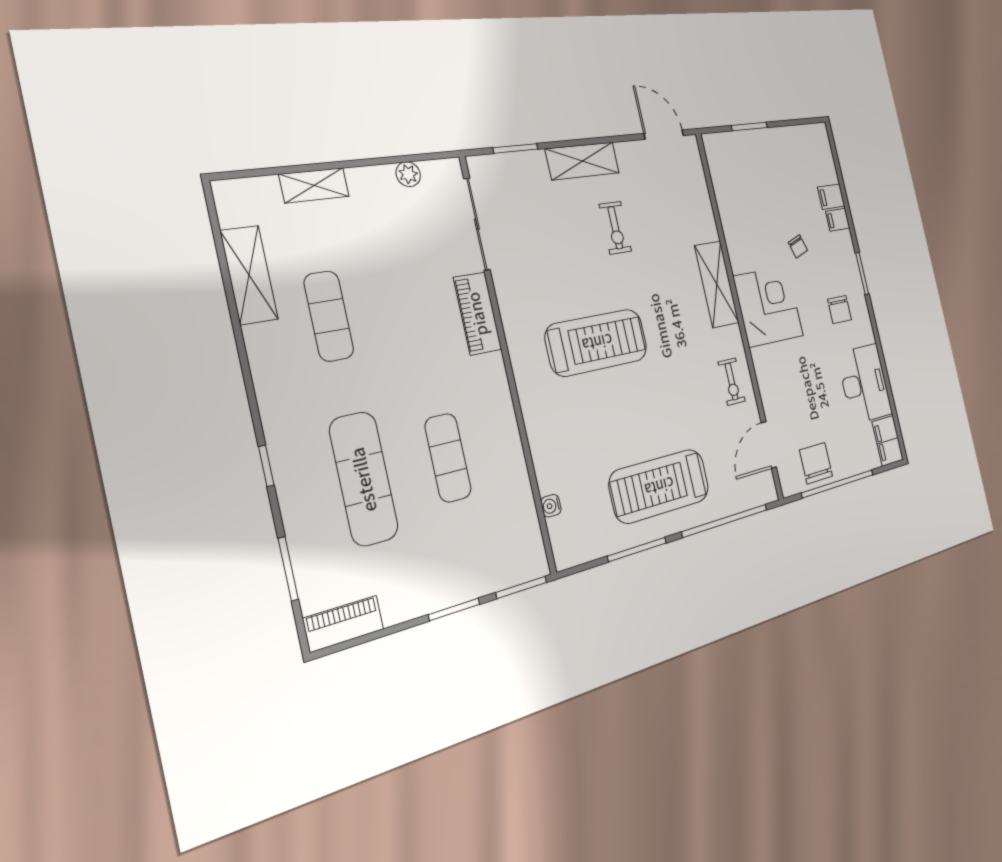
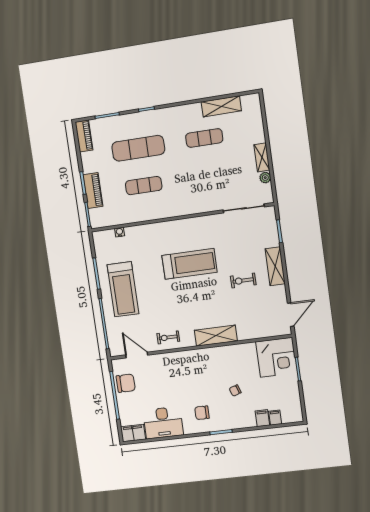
shelving: (314, 185) -> (262, 157), moved
filing cabinet: (838, 220) -> (275, 418), moved
corner desk: (768, 306) -> (276, 357), moved
piano: (478, 314) -> (93, 191), moved, turned 90
treadmill: (597, 342) -> (189, 264), turned -90
treadmill: (659, 486) -> (123, 289), turned 180

